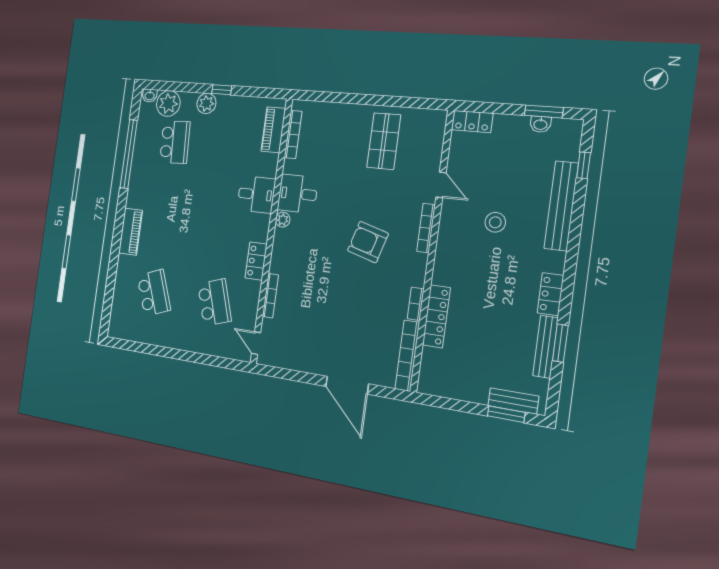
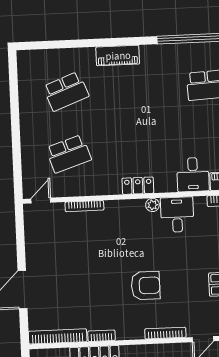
desk: (256, 194) -> (193, 175), moved
armchair: (368, 242) -> (146, 286), turned 74
locker: (256, 261) -> (138, 186), moved

